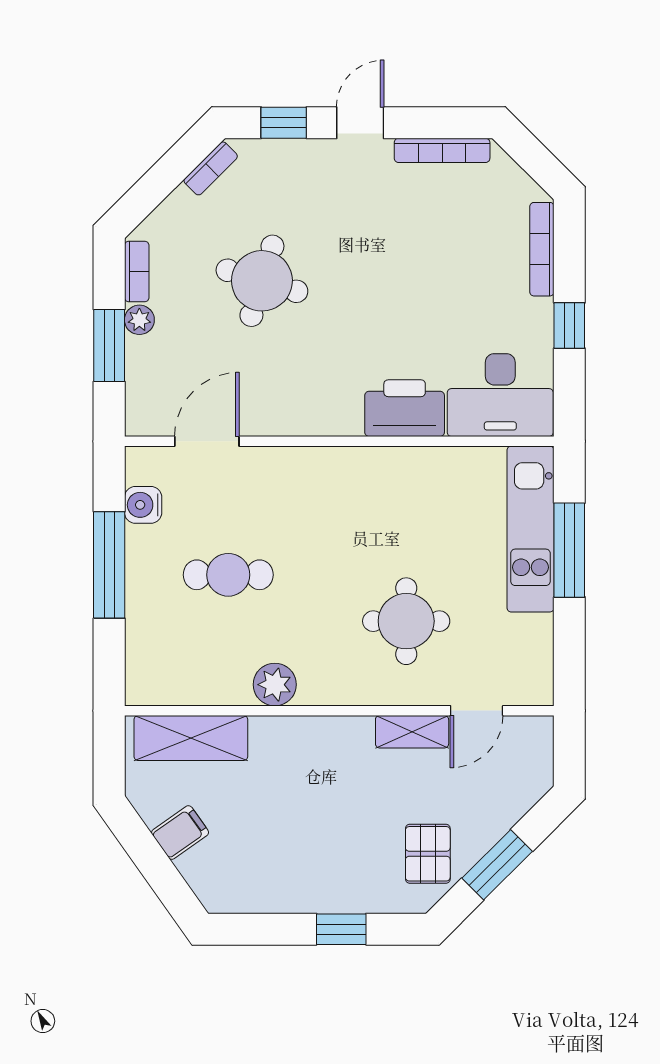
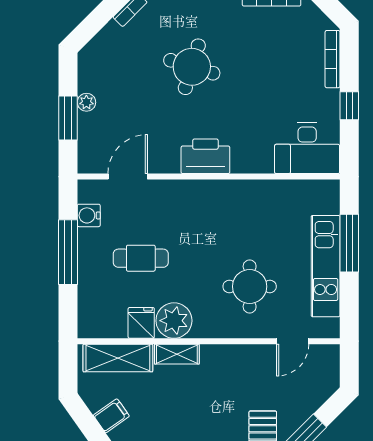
bookcase: (137, 272) -> (85, 73), removed
round table: (262, 281) -> (192, 67), moved
printer: (405, 408) -> (205, 156), moved
kitchen unit: (530, 529) -> (326, 266), moved
fridge: (229, 681) -> (141, 323), added
plant: (275, 685) -> (174, 321), width x1.36, depth x1.36
shelving: (412, 732) -> (177, 354), moved

